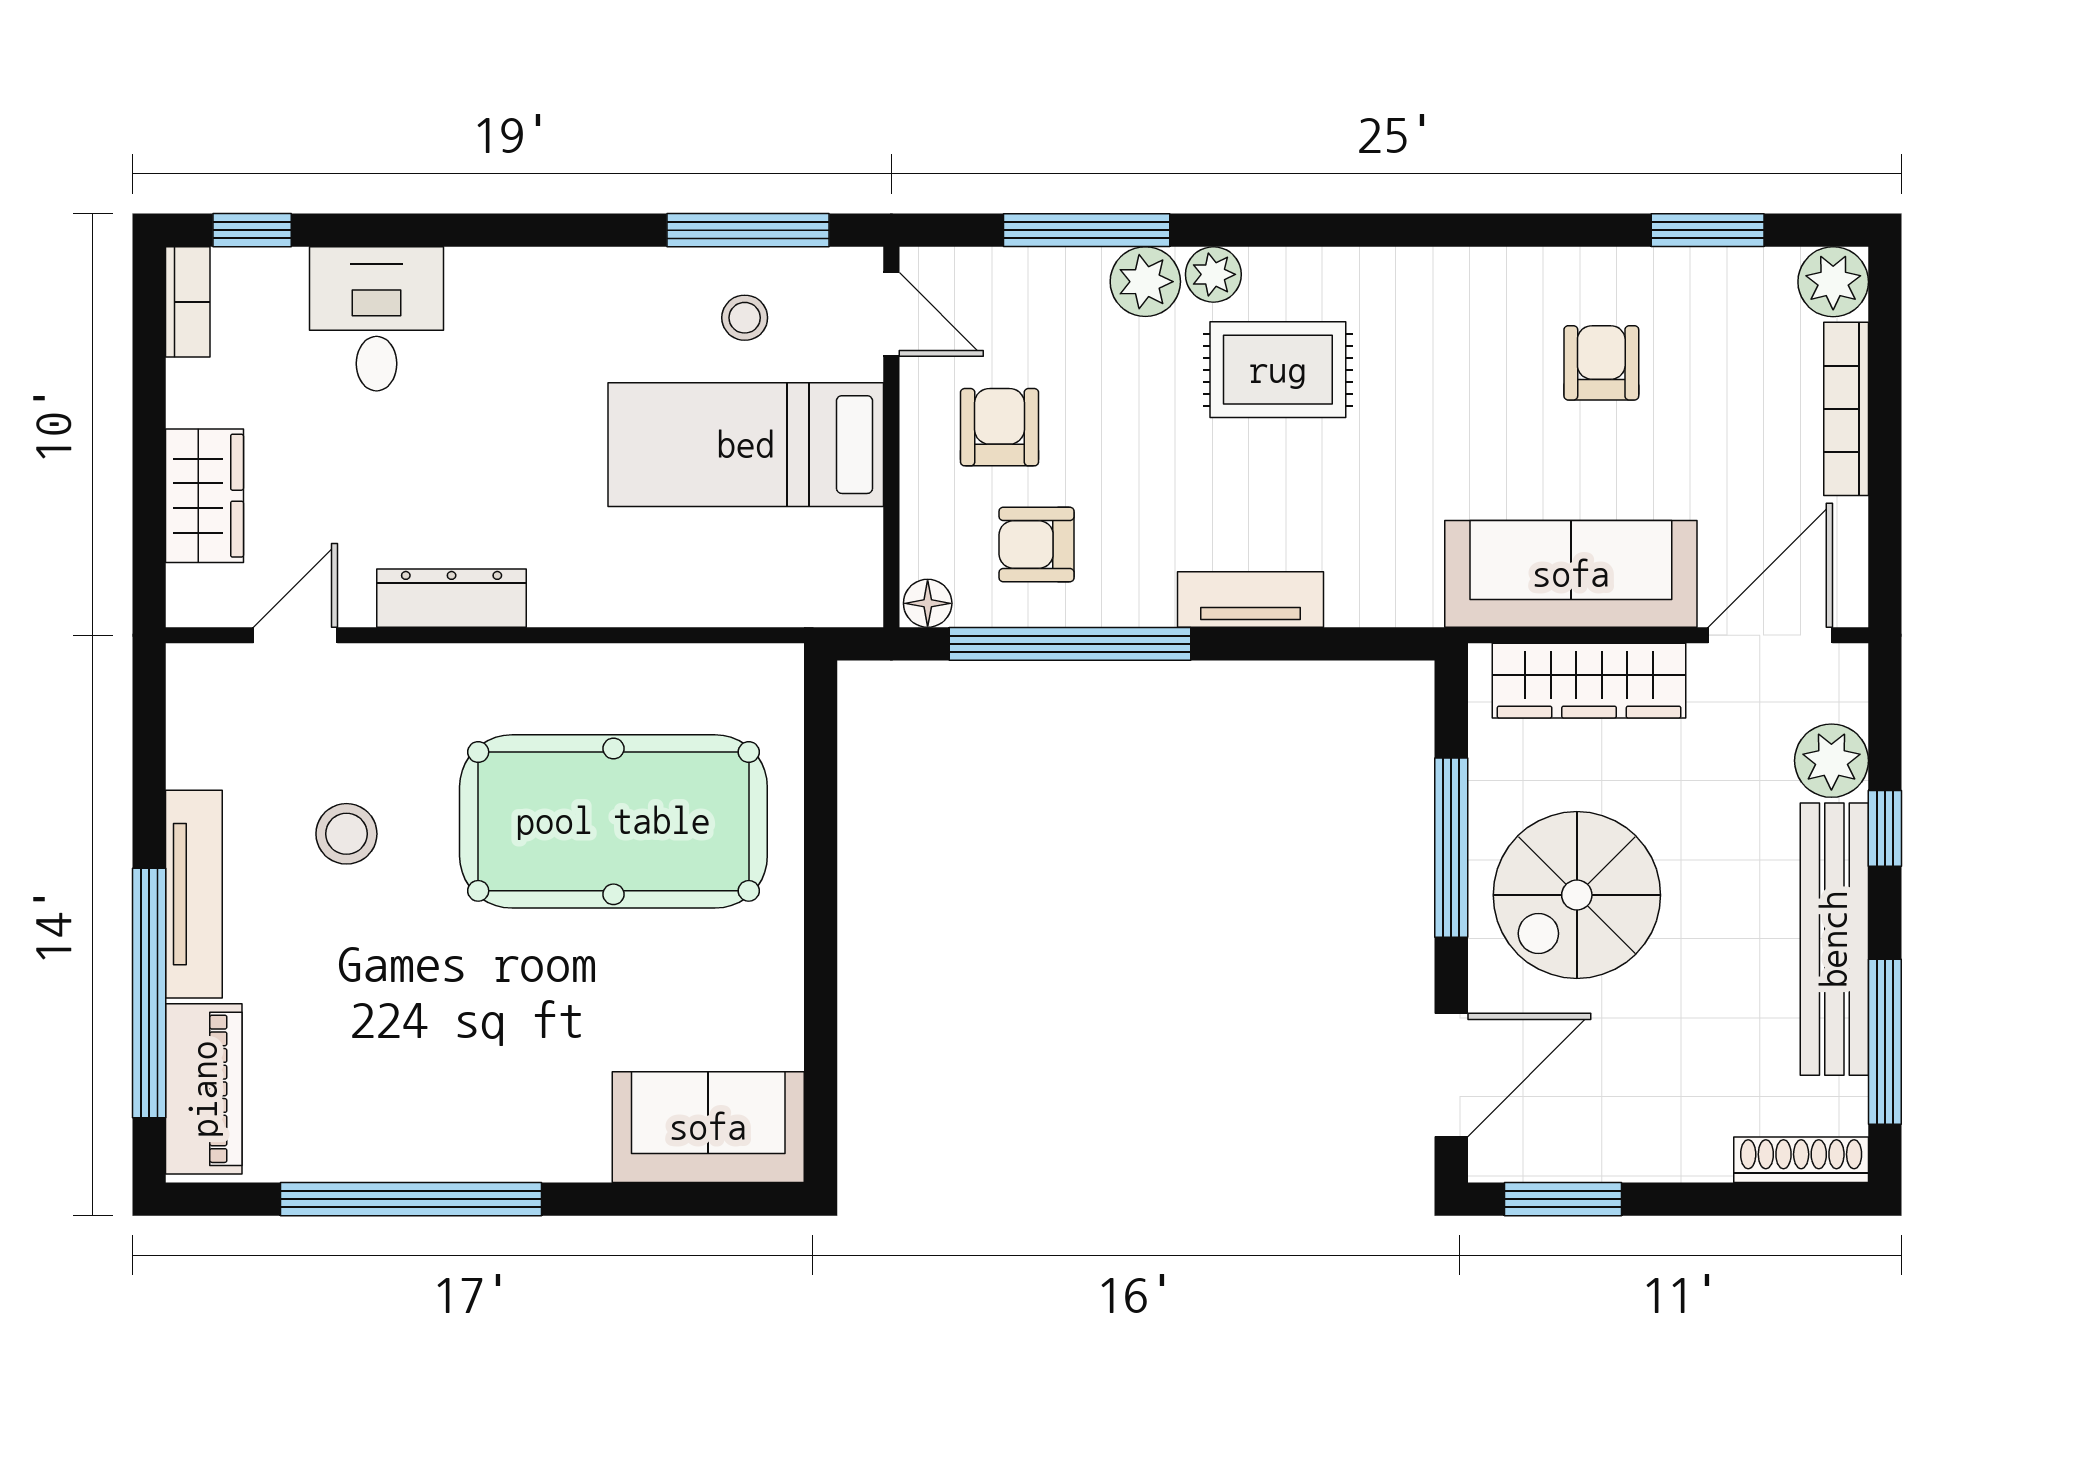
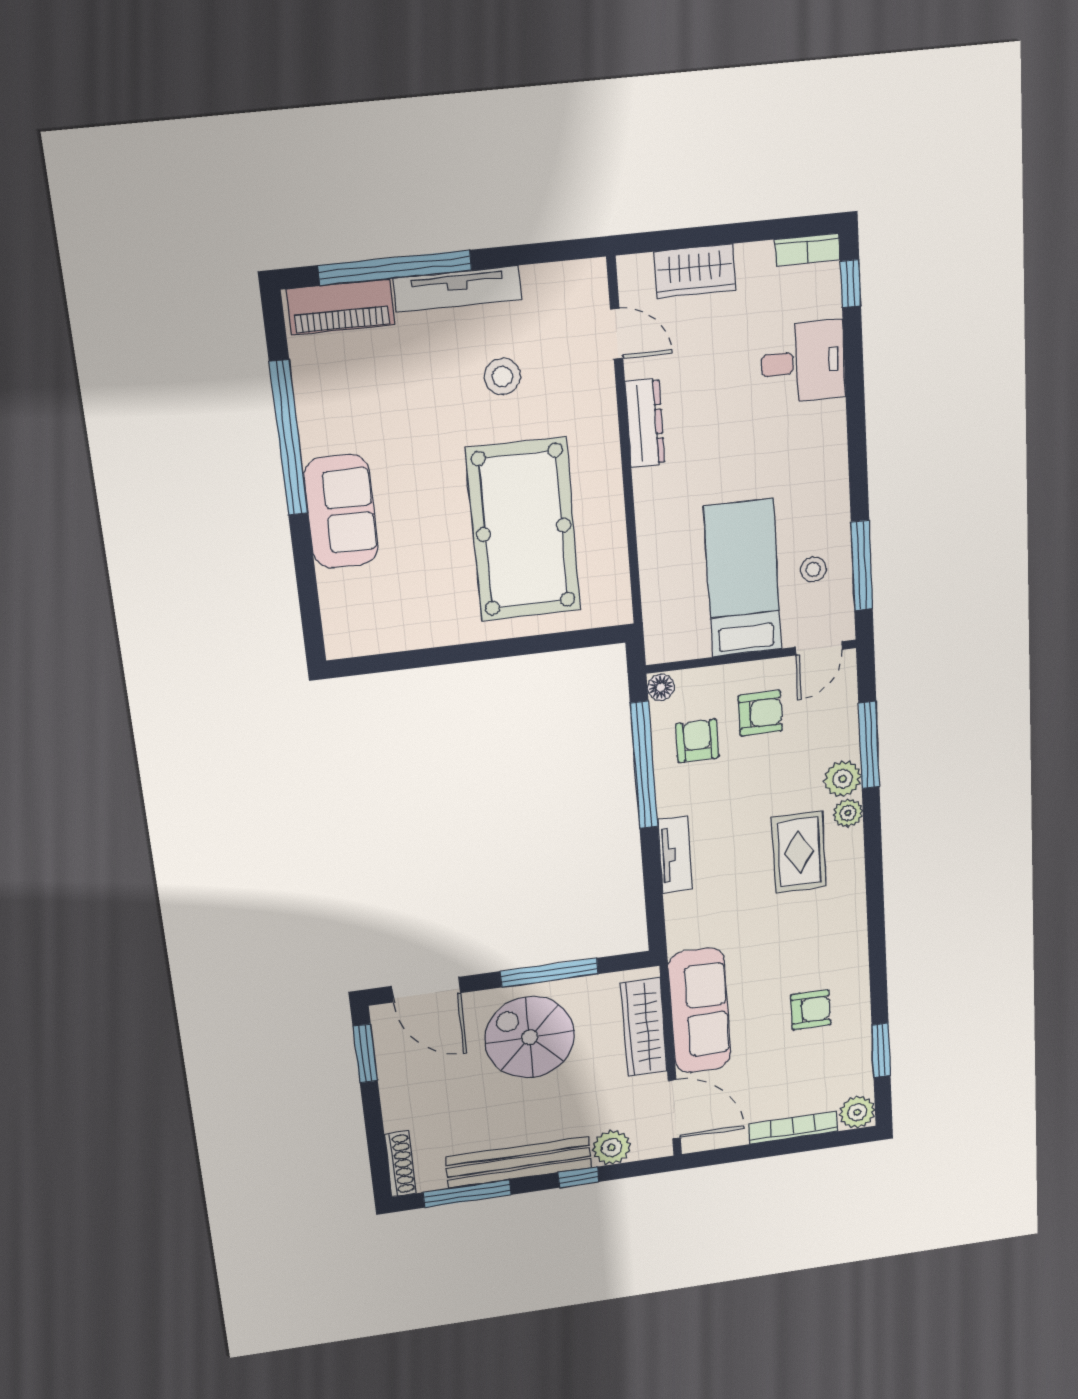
sofa: (708, 1127) -> (341, 511), moved

